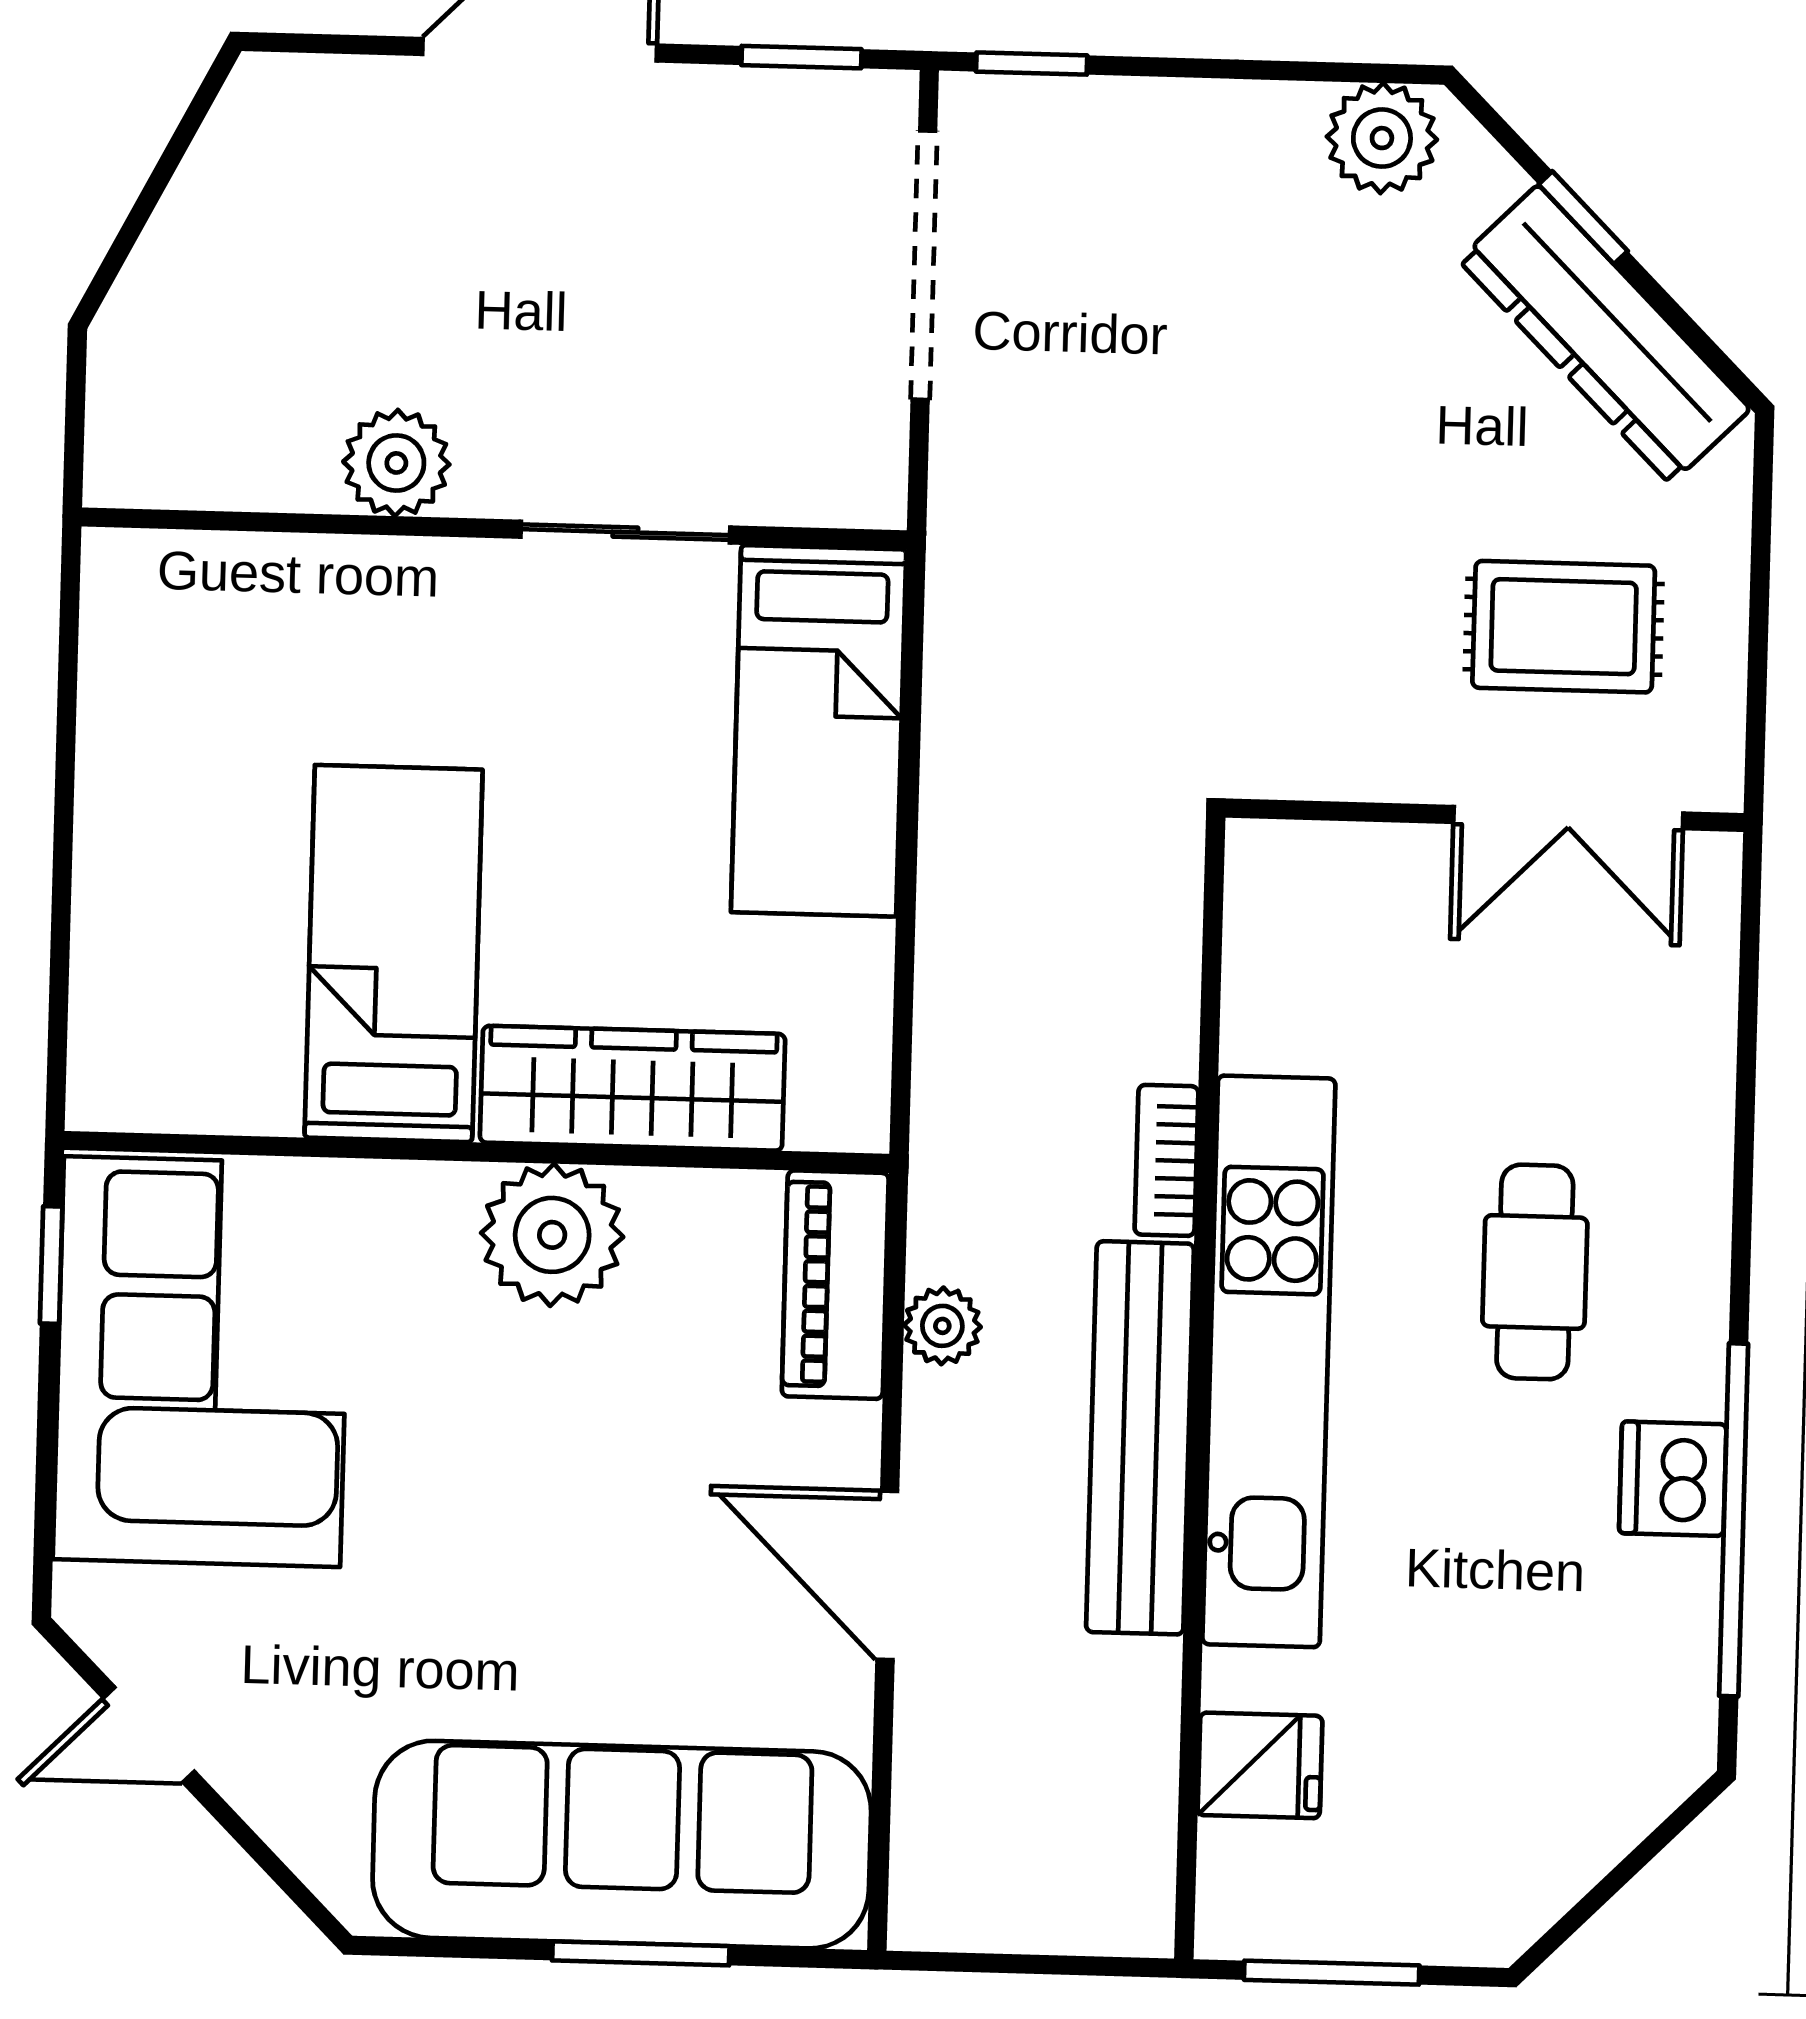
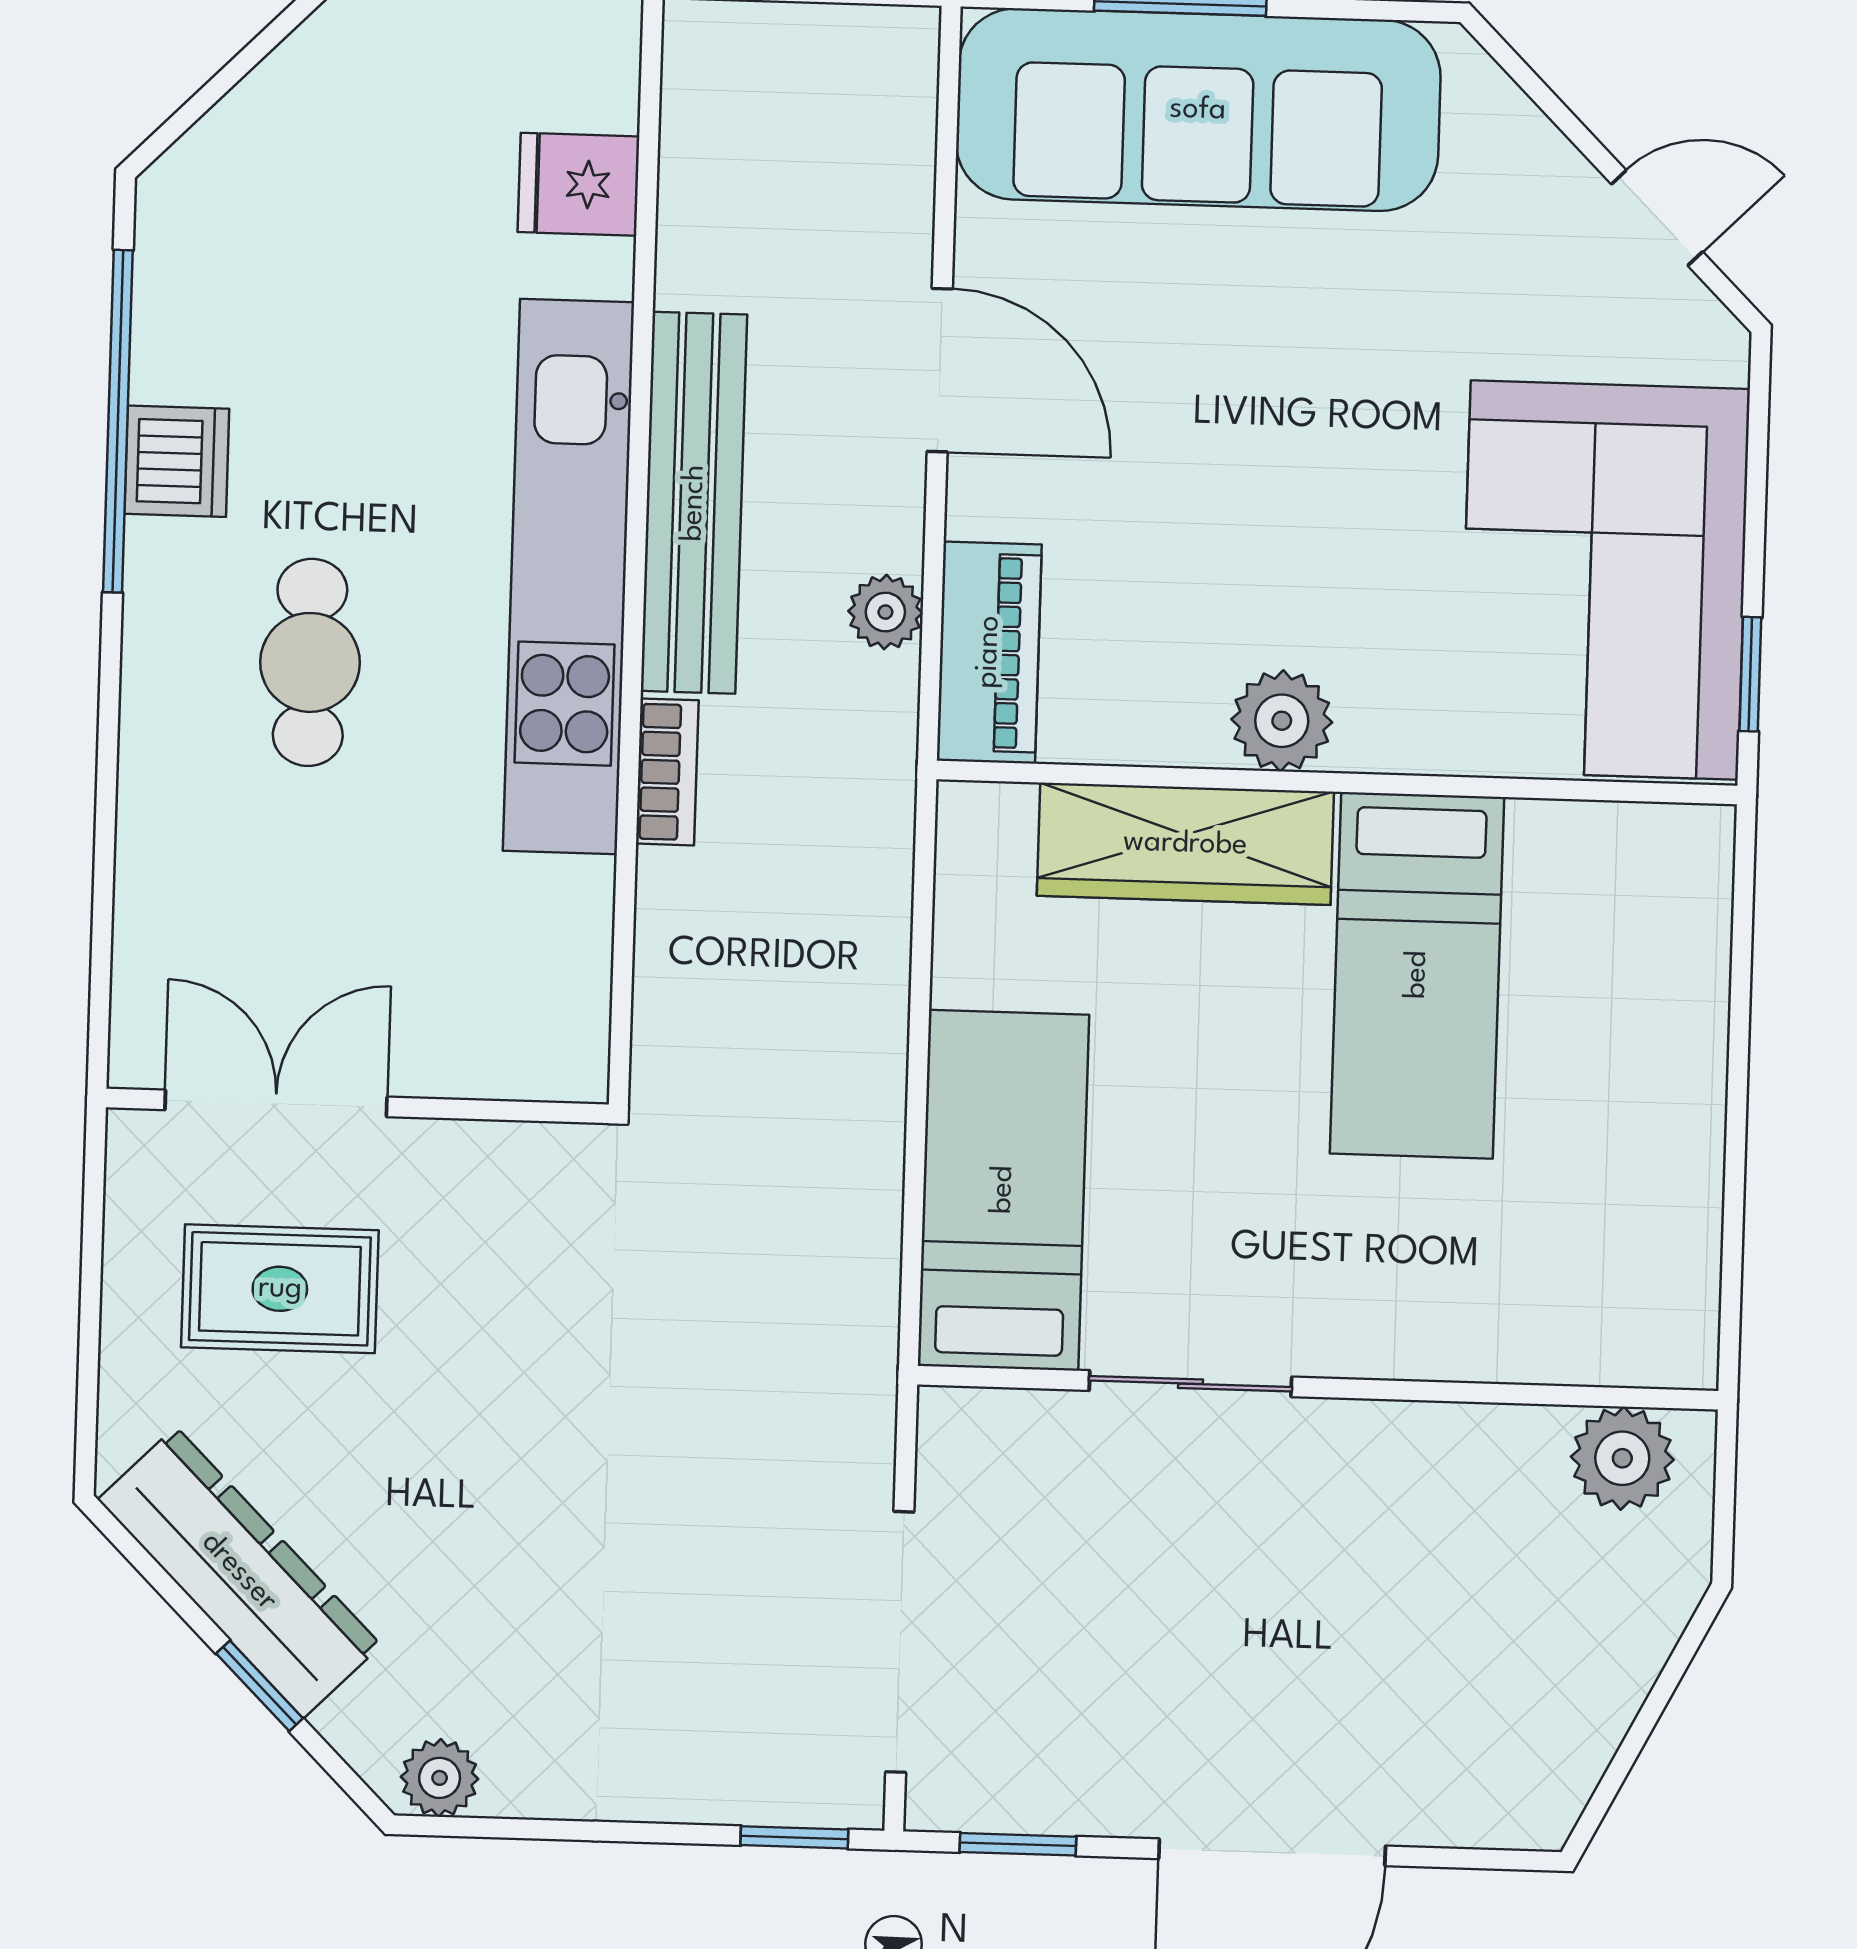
plant: (1382, 138) -> (440, 1778), width x0.73, depth x0.73
plant: (396, 463) -> (1622, 1458), moved
plant: (552, 1235) -> (1282, 721), width x0.73, depth x0.73

